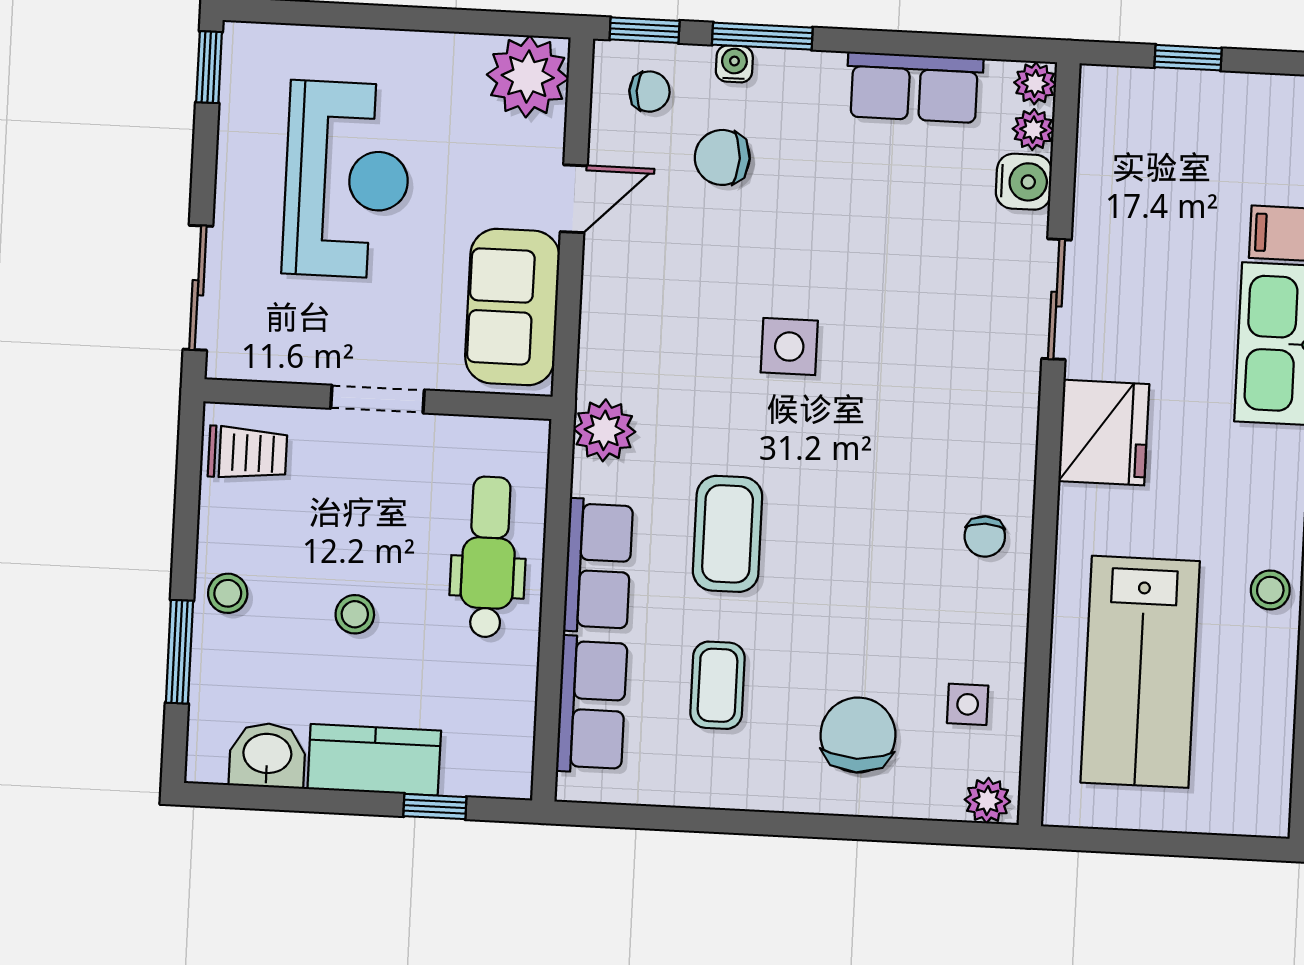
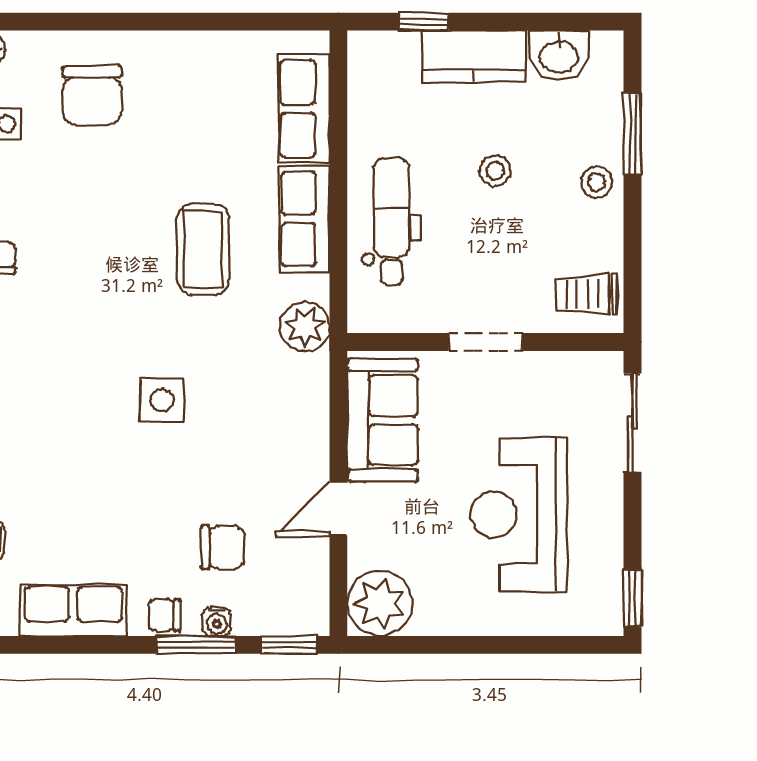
chair: (650, 92) -> (164, 615), moved
dental chair: (488, 557) -> (392, 221), turned 180
coffee table: (718, 685) -> (205, 129), removed

